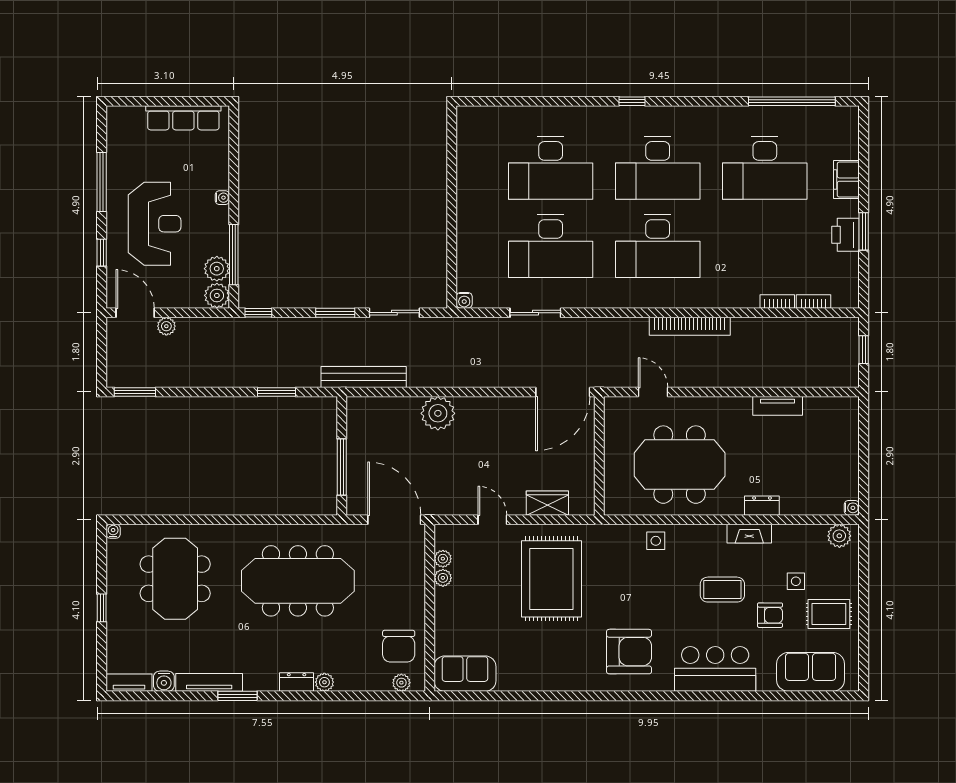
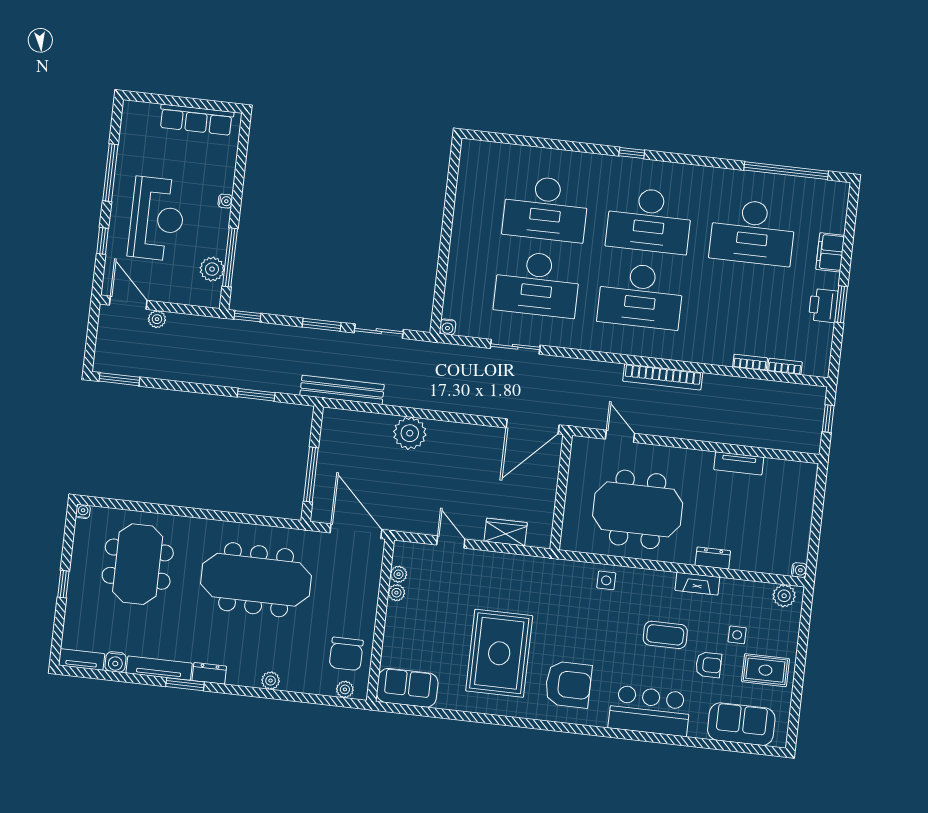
plant: (217, 295) -> (209, 295), removed
rug: (551, 579) -> (499, 653), moved
dresser: (297, 682) -> (209, 673), moved

